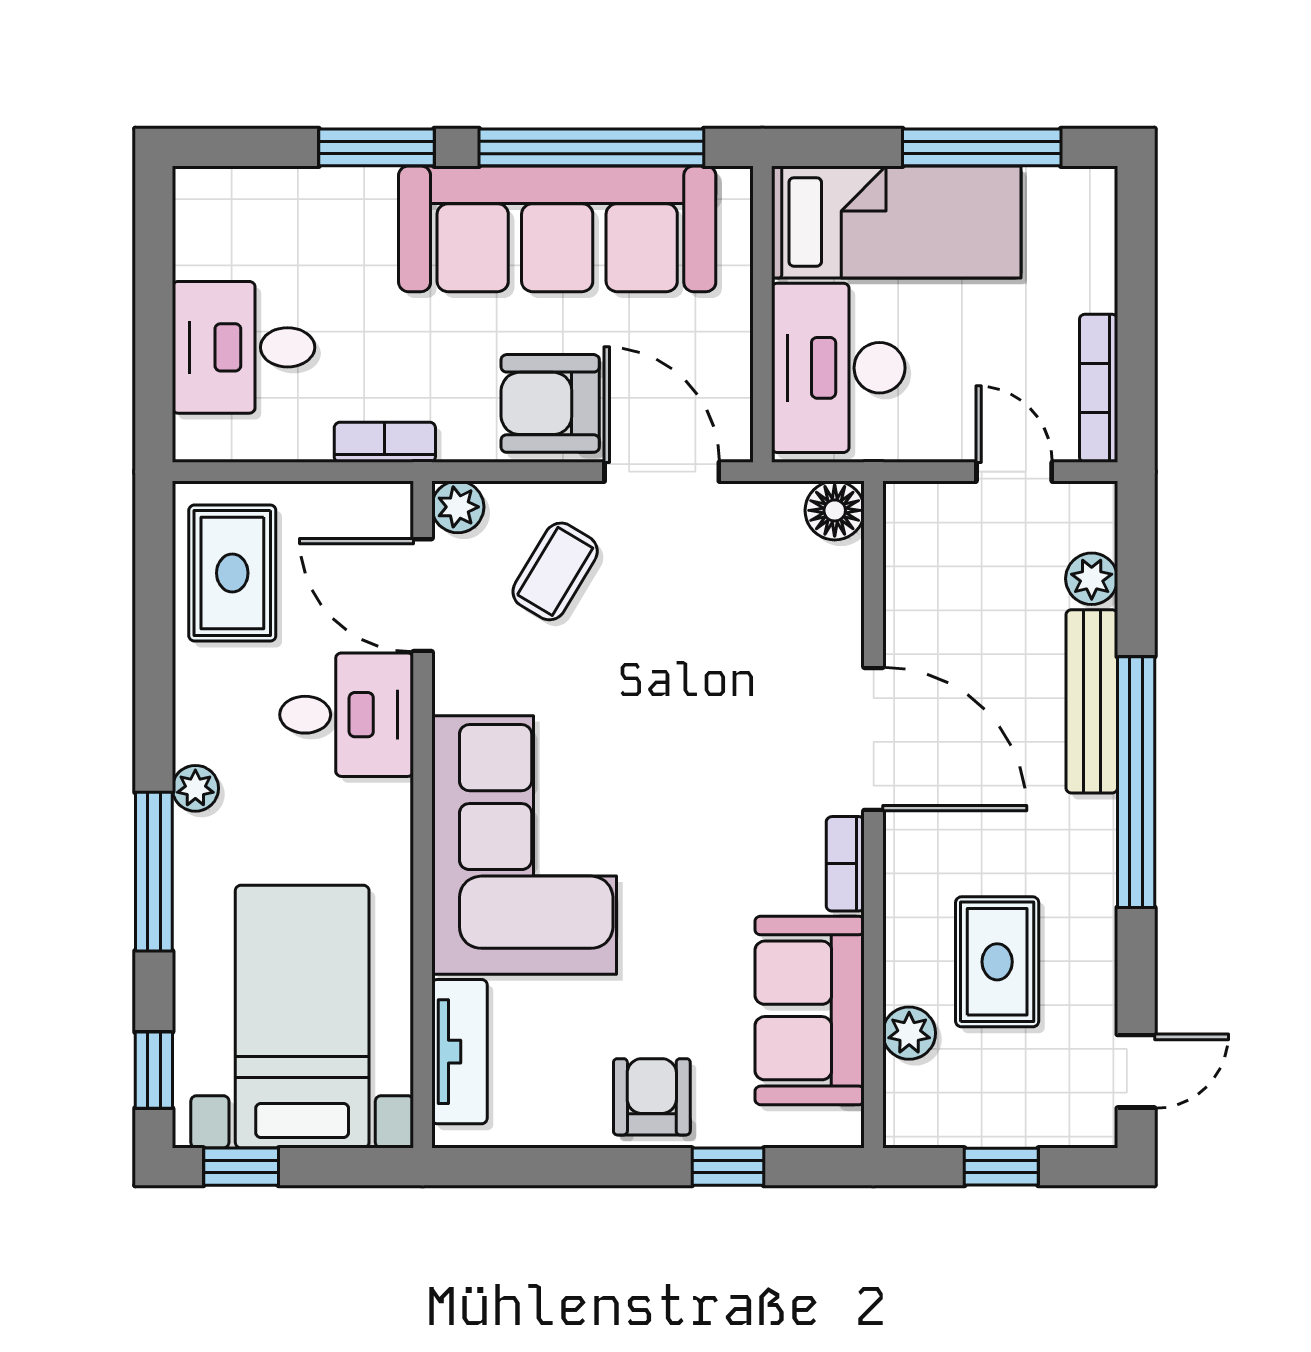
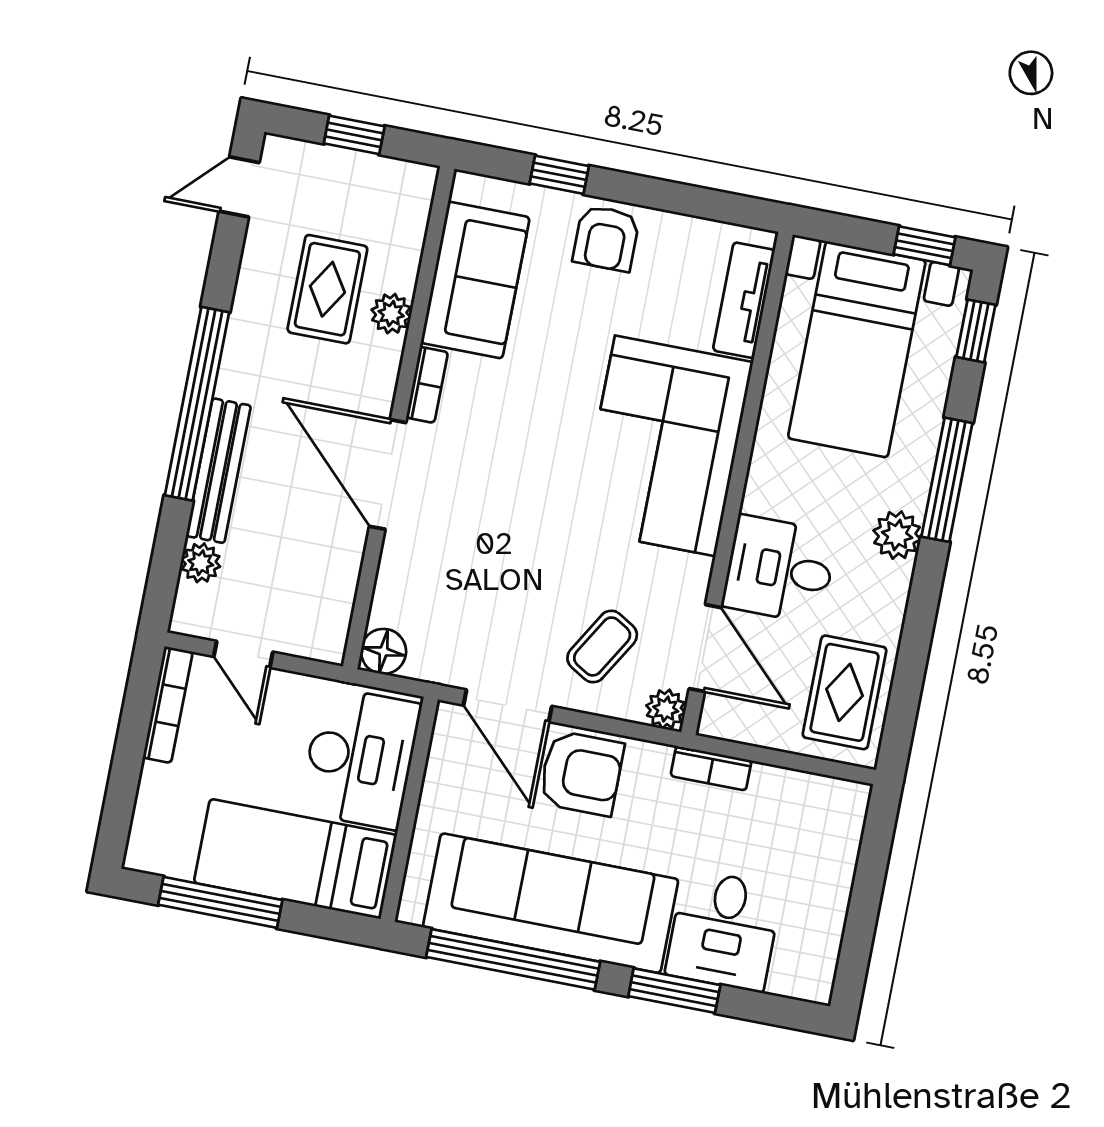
desk: (243, 347) -> (724, 930), moved, turned 90
plant: (195, 788) -> (897, 535), width x1.38, depth x1.38
plant: (909, 1033) -> (391, 314), moved

